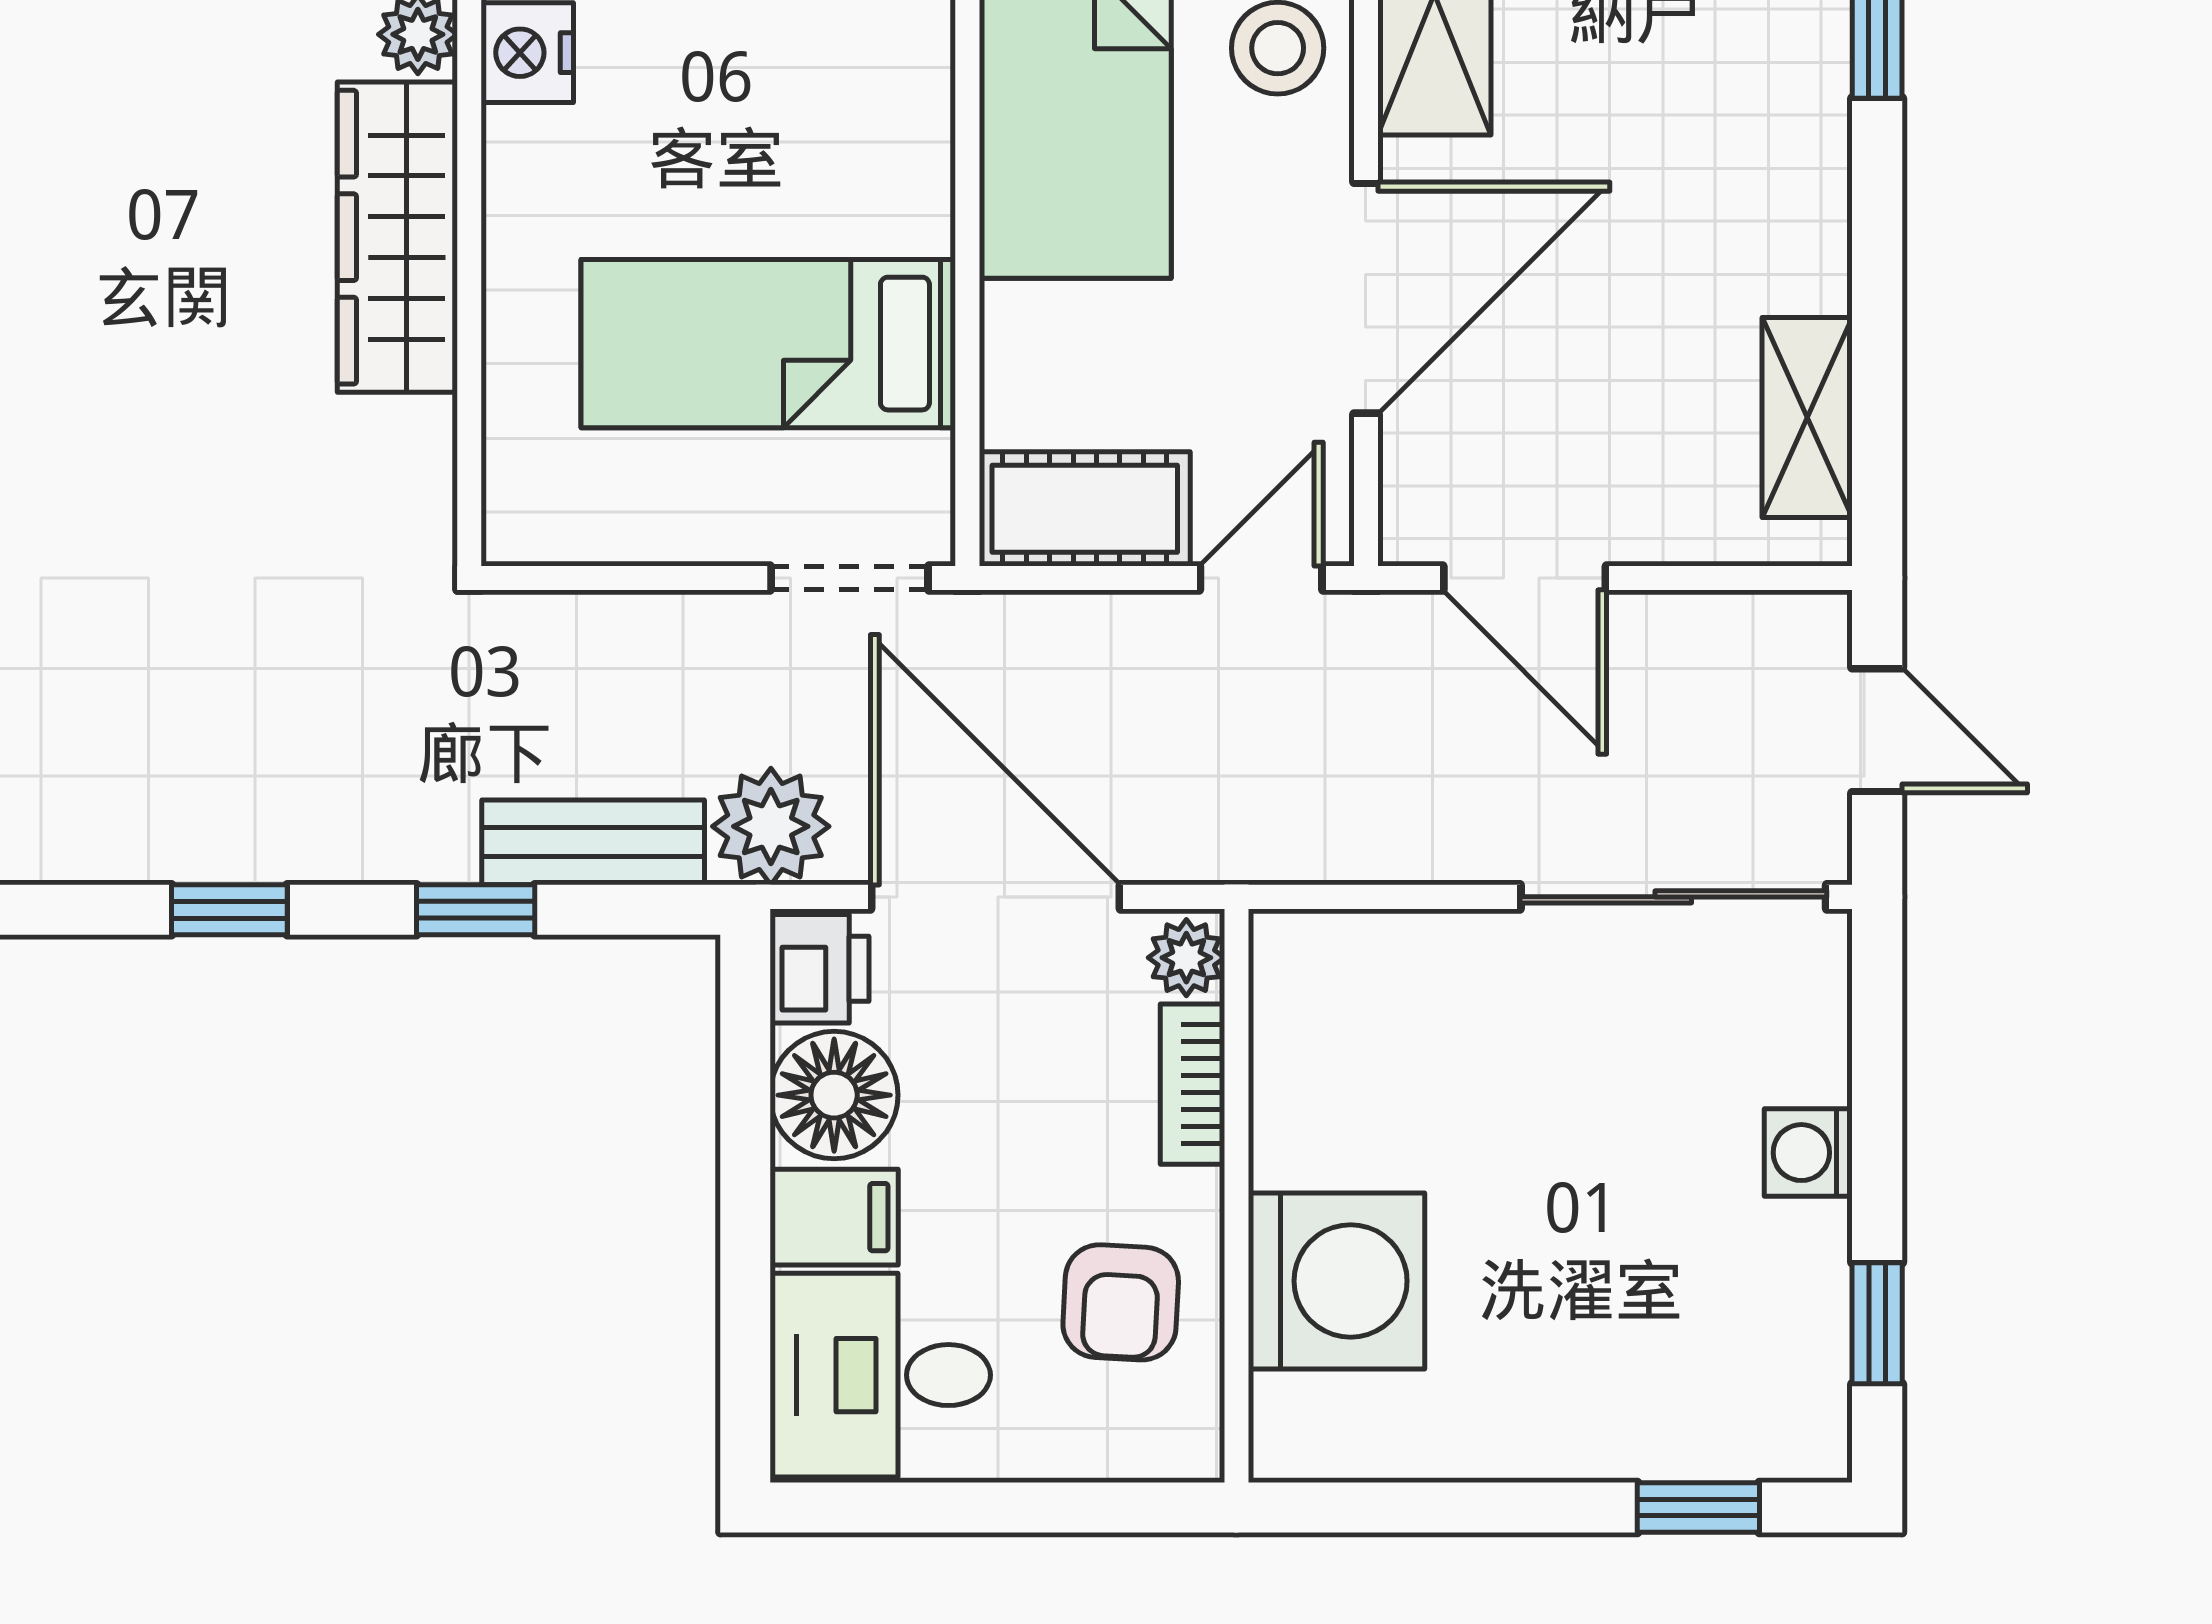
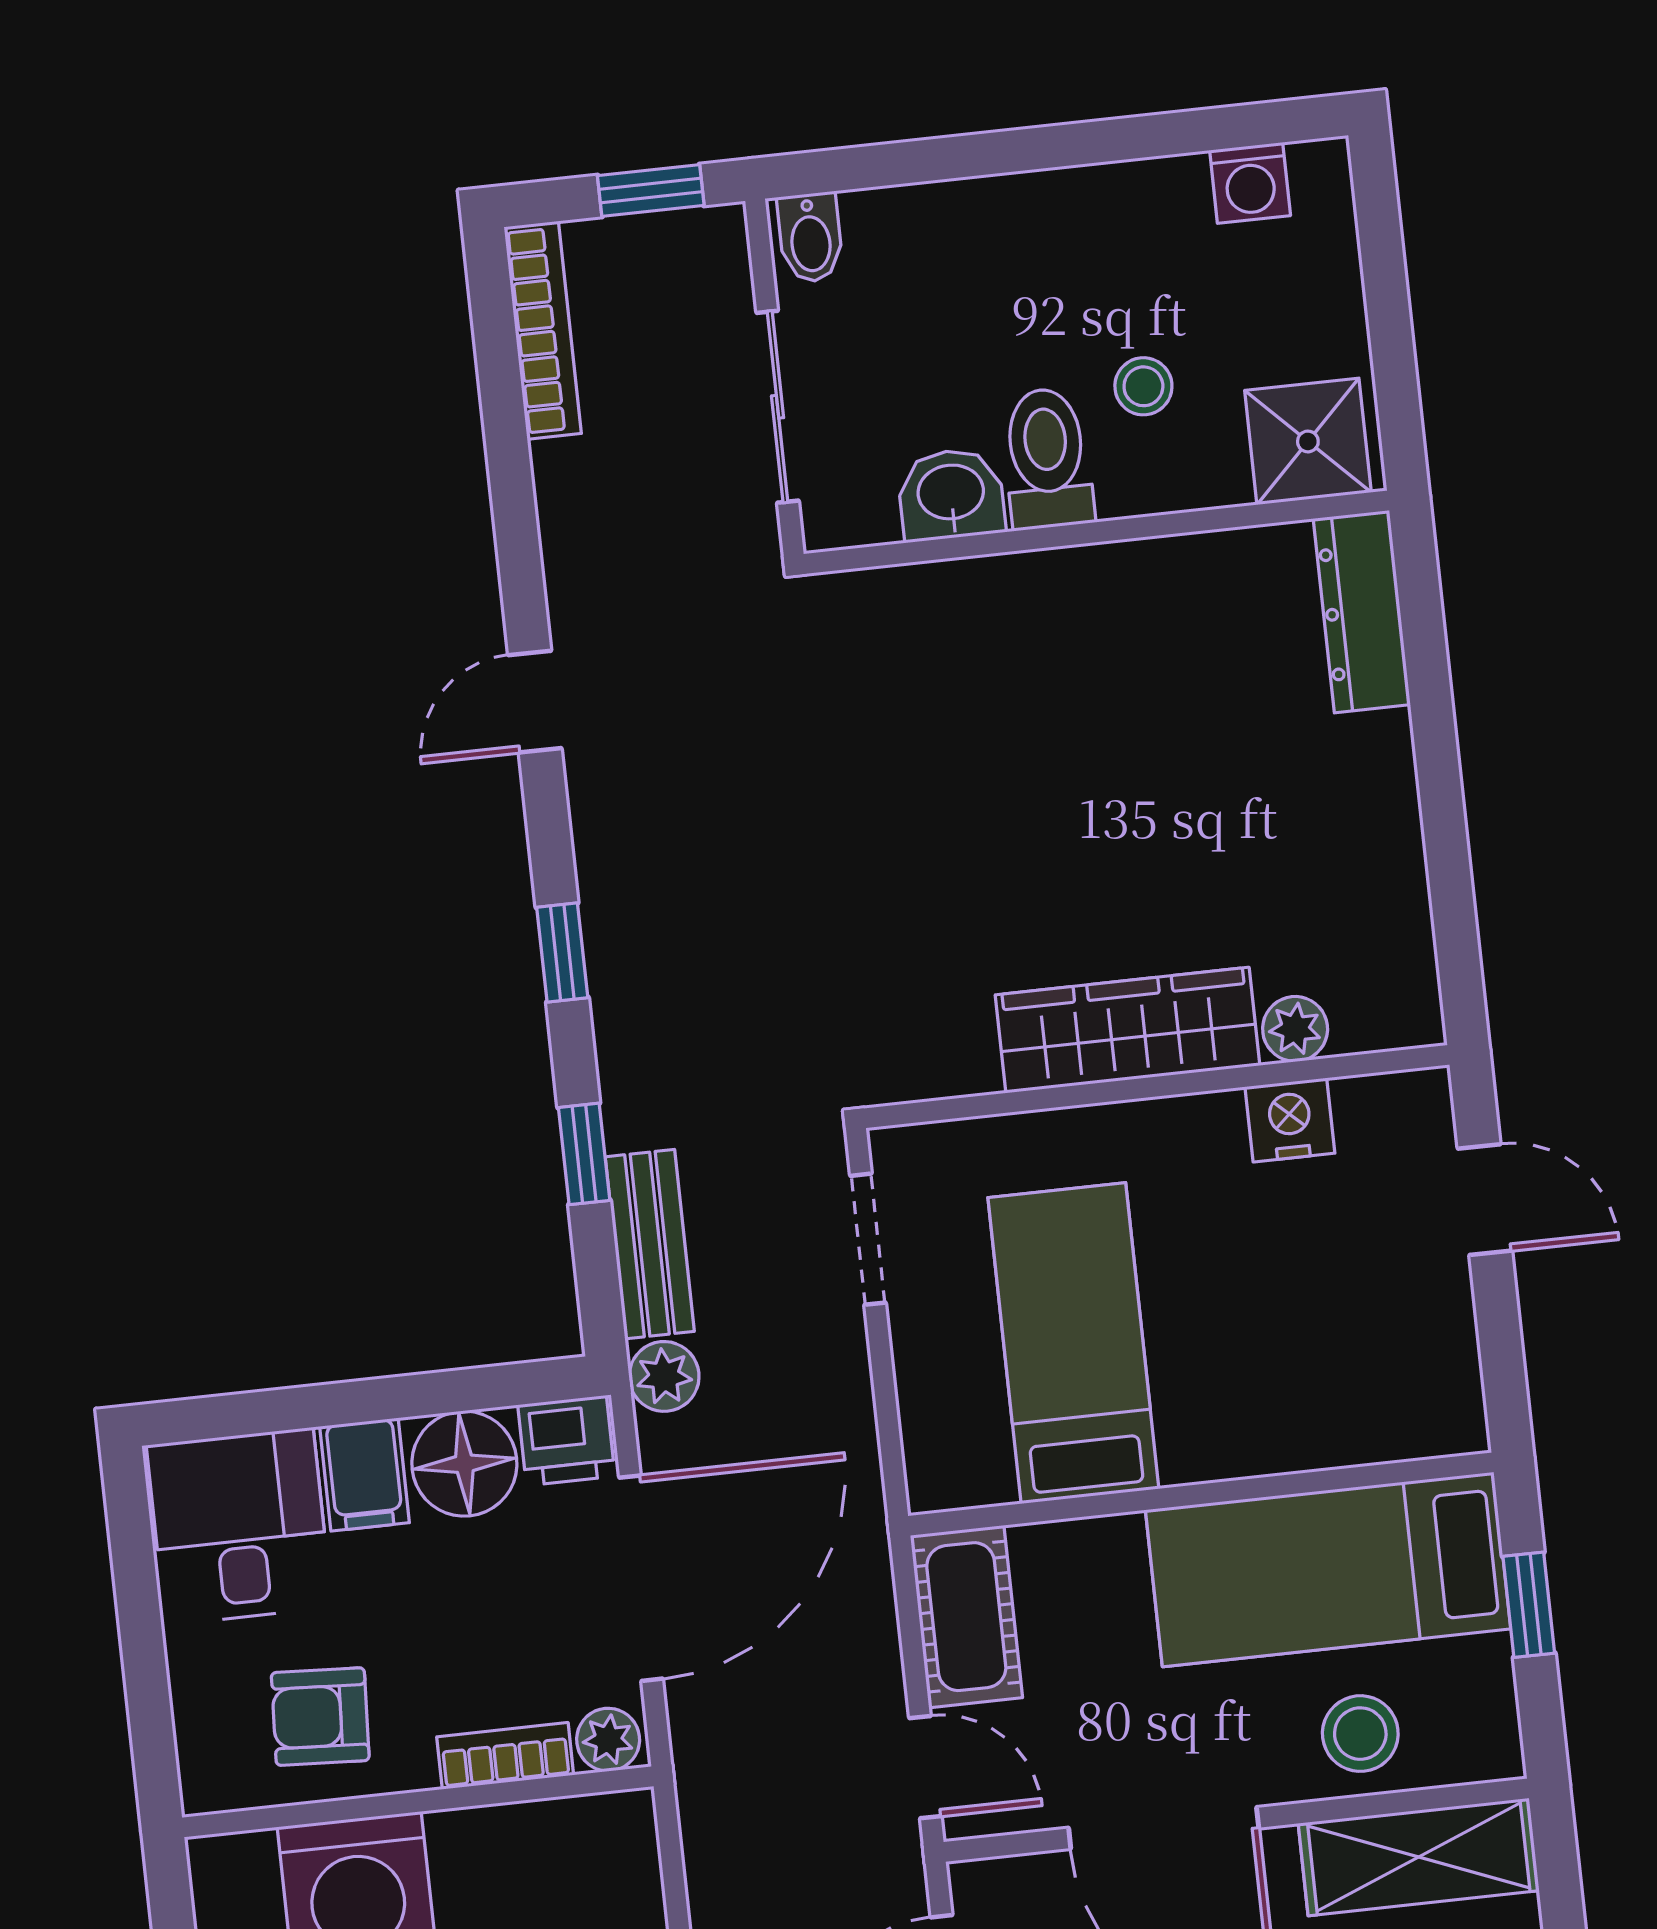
doorway: (849, 578) -> (868, 1239), moved
plant: (771, 826) -> (664, 1376), width x0.73, depth x0.73

